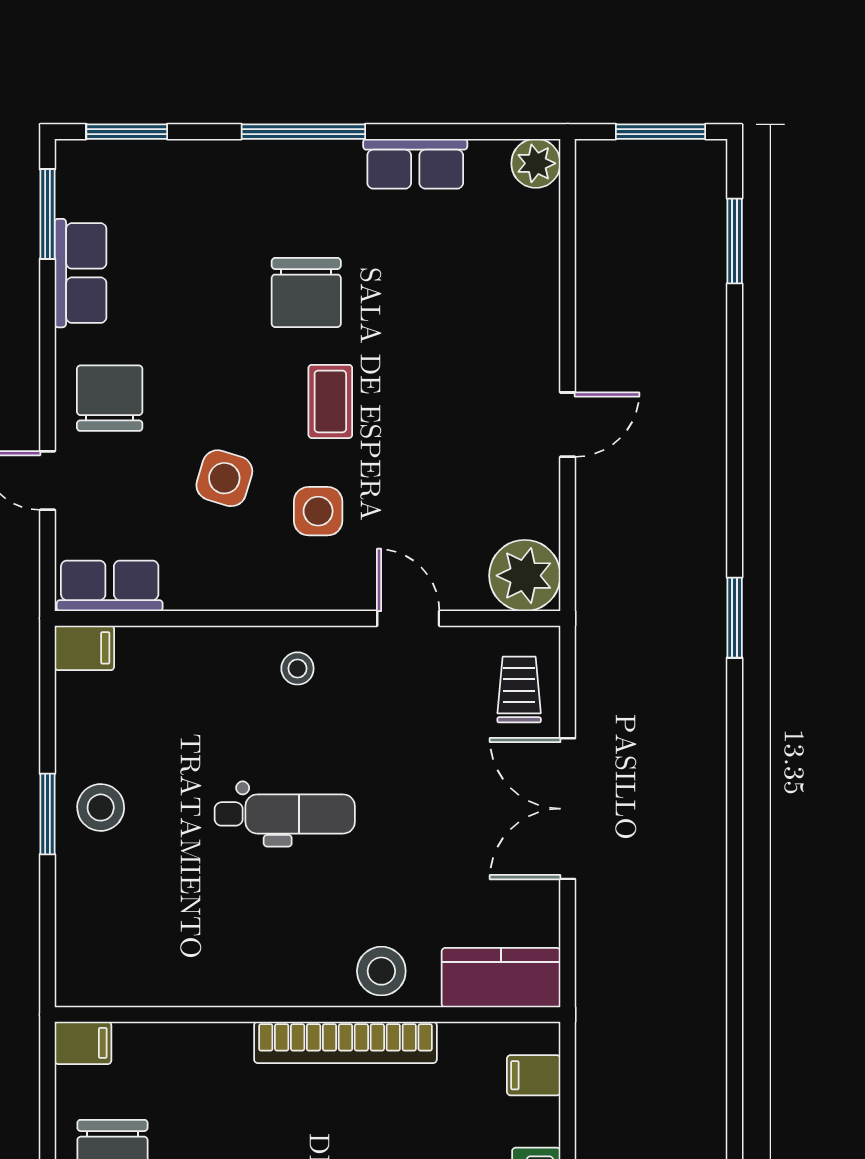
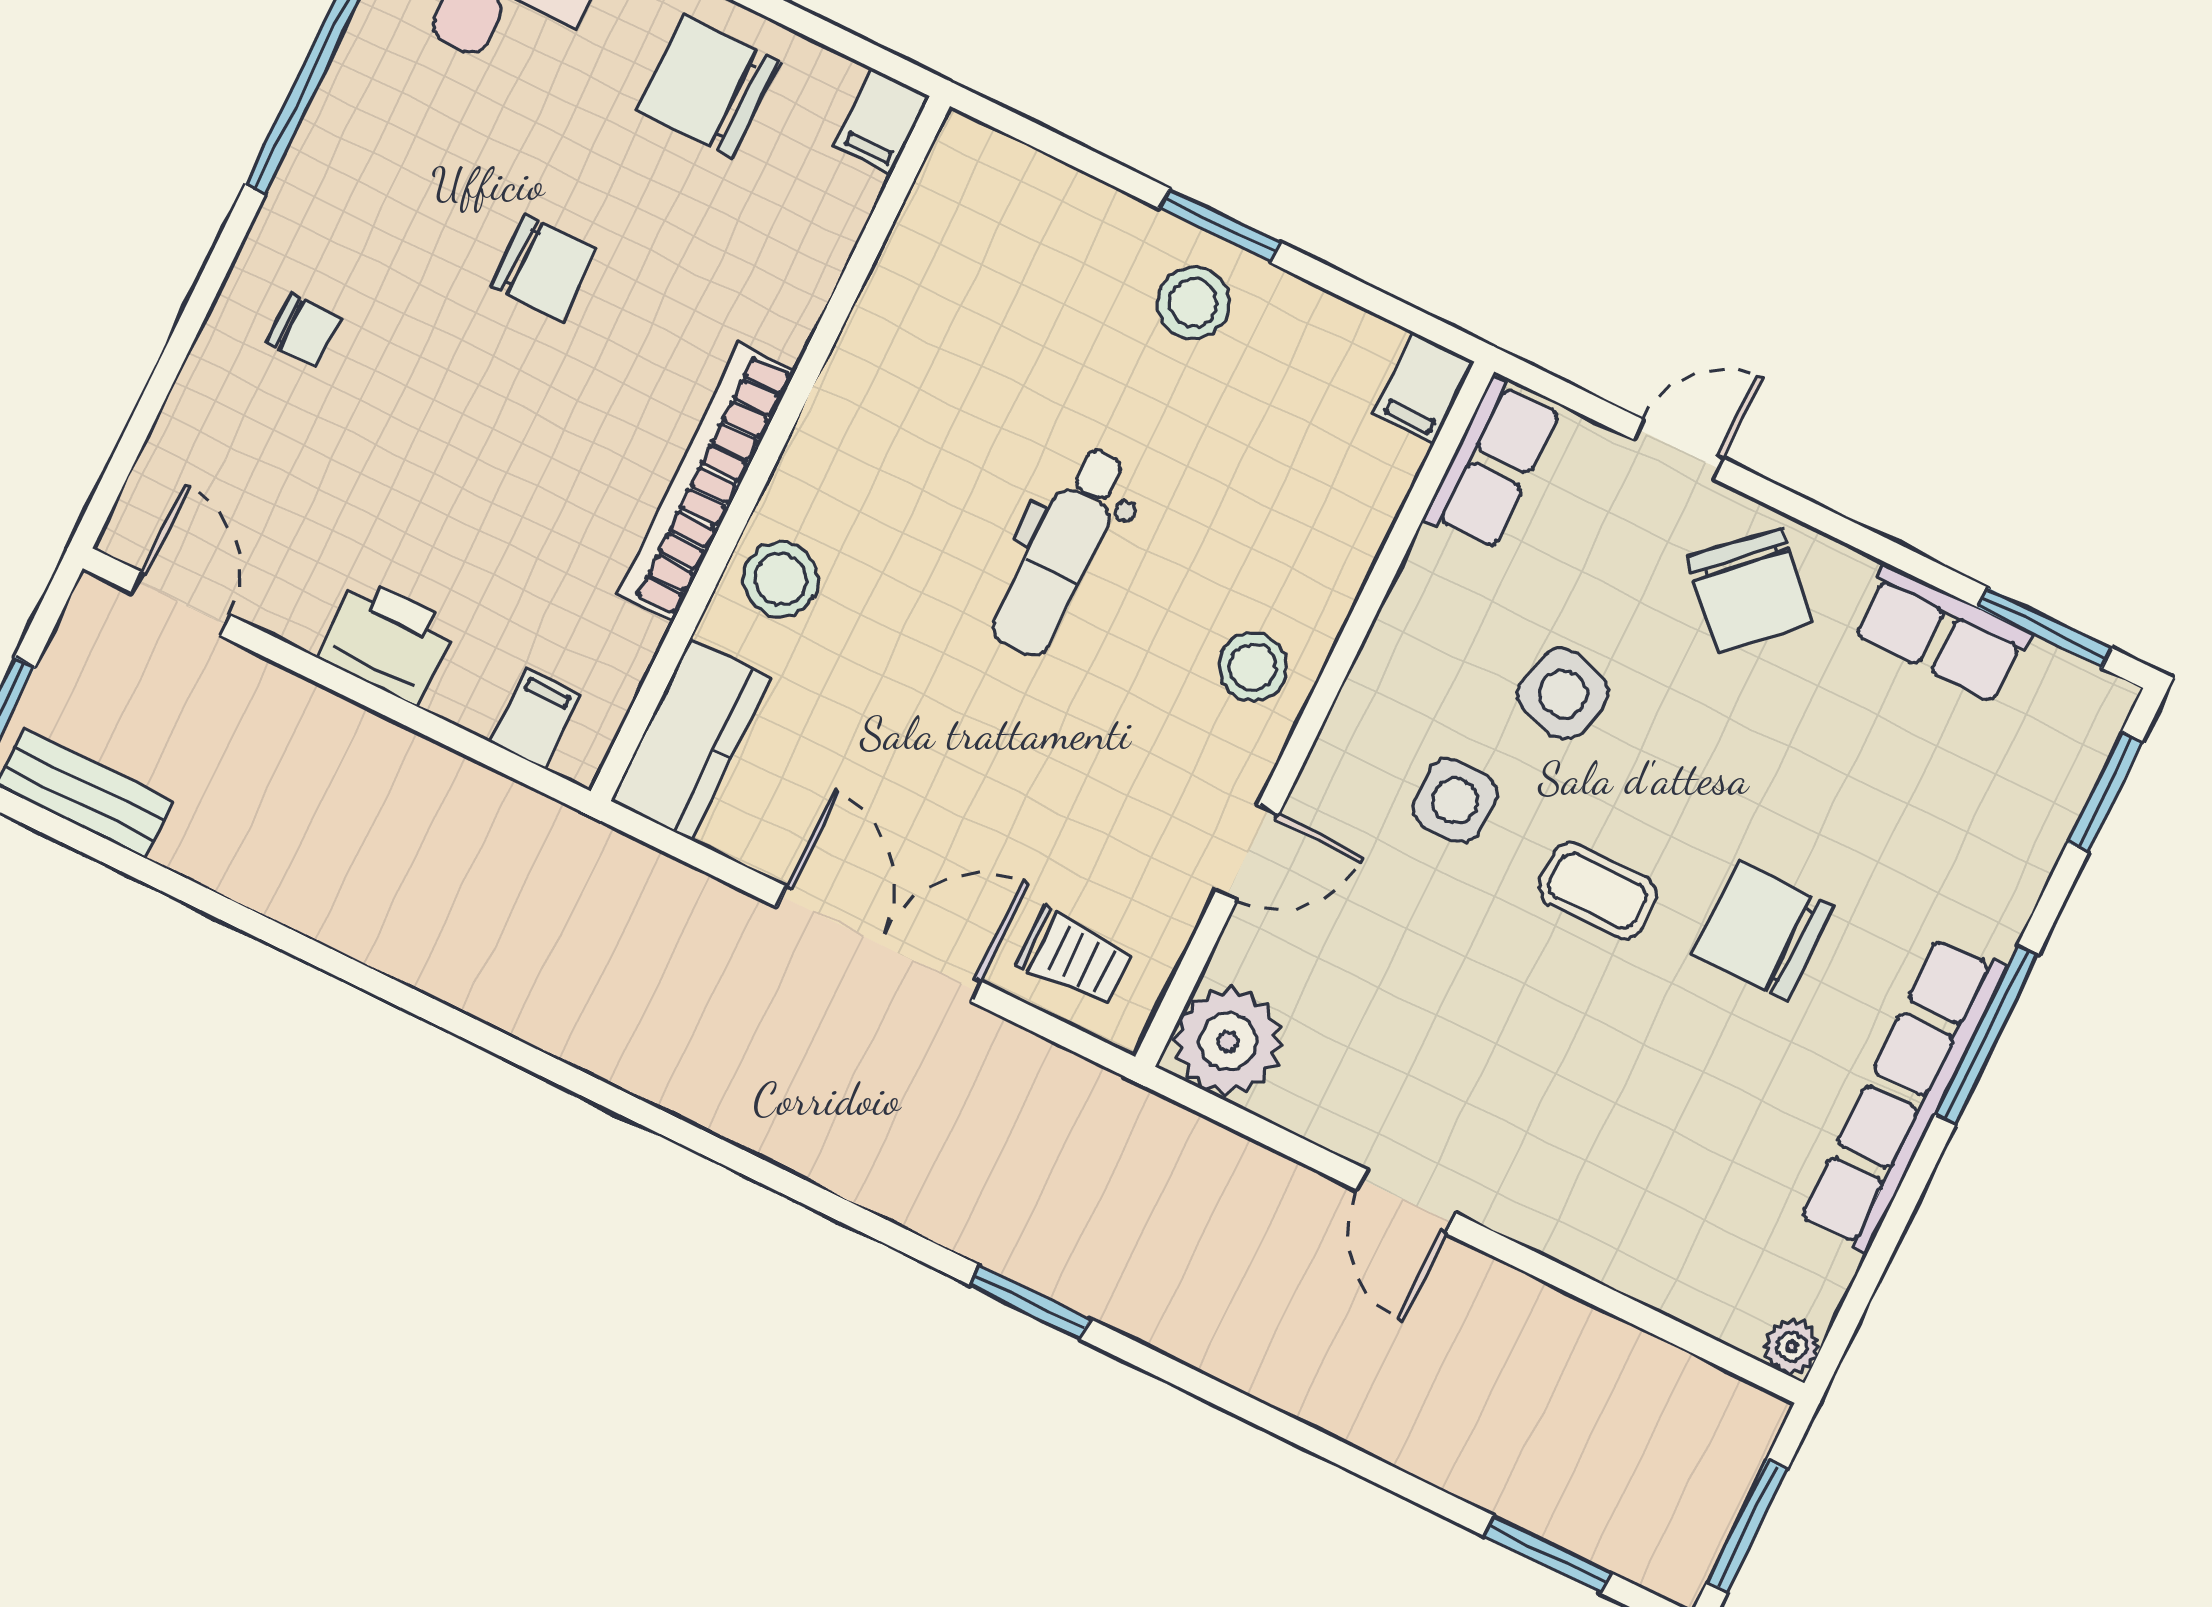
plant: (536, 163) -> (1792, 1347), width x0.73, depth x0.73
row of seats: (415, 164) -> (1903, 1094), width x2.02
chair: (110, 398) -> (1750, 590), turned 46
stool: (297, 668) -> (1253, 667), width x1.37, depth x1.37

